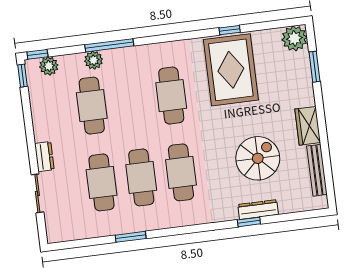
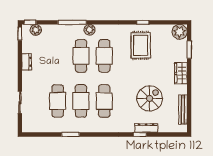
plant: (94, 60) -> (90, 30), moved
rug: (231, 70) -> (141, 45), width x0.73, depth x0.69
cafe table: (92, 106) -> (81, 56), moved
wardrobe: (308, 126) -> (181, 73), moved
dresser: (44, 157) -> (27, 62), moved

